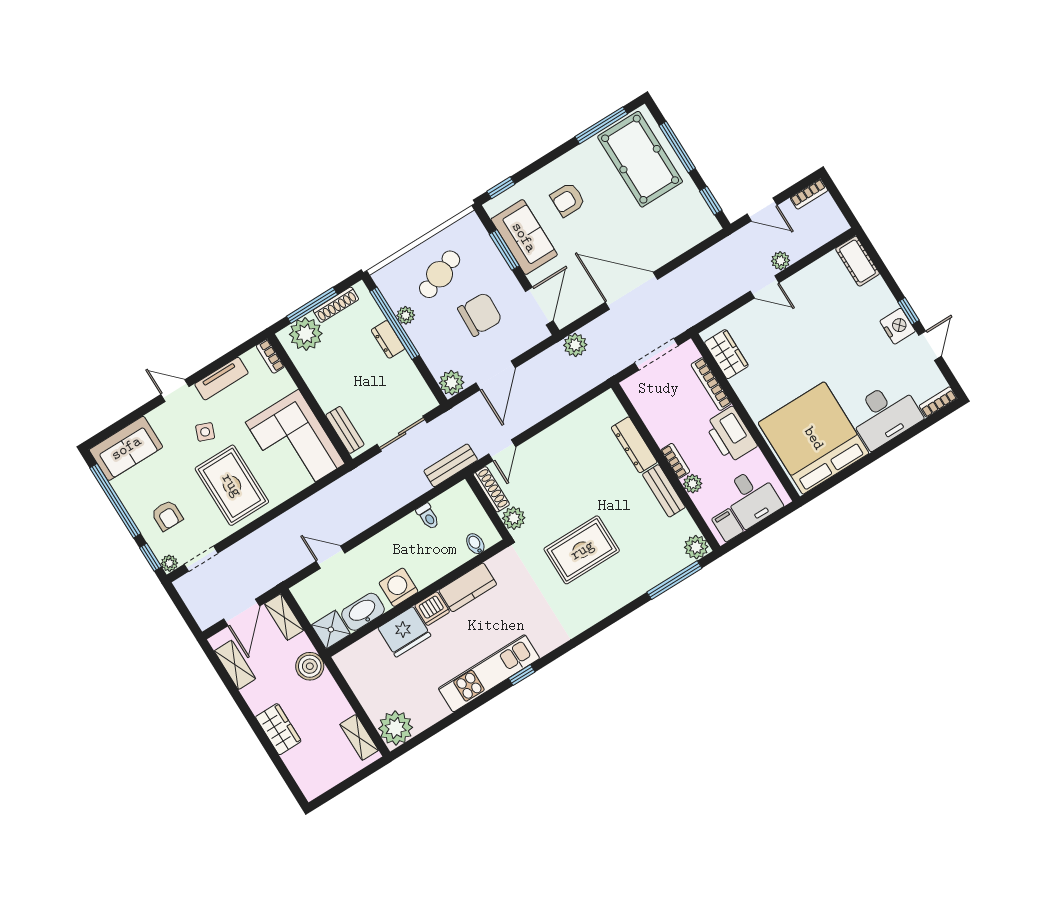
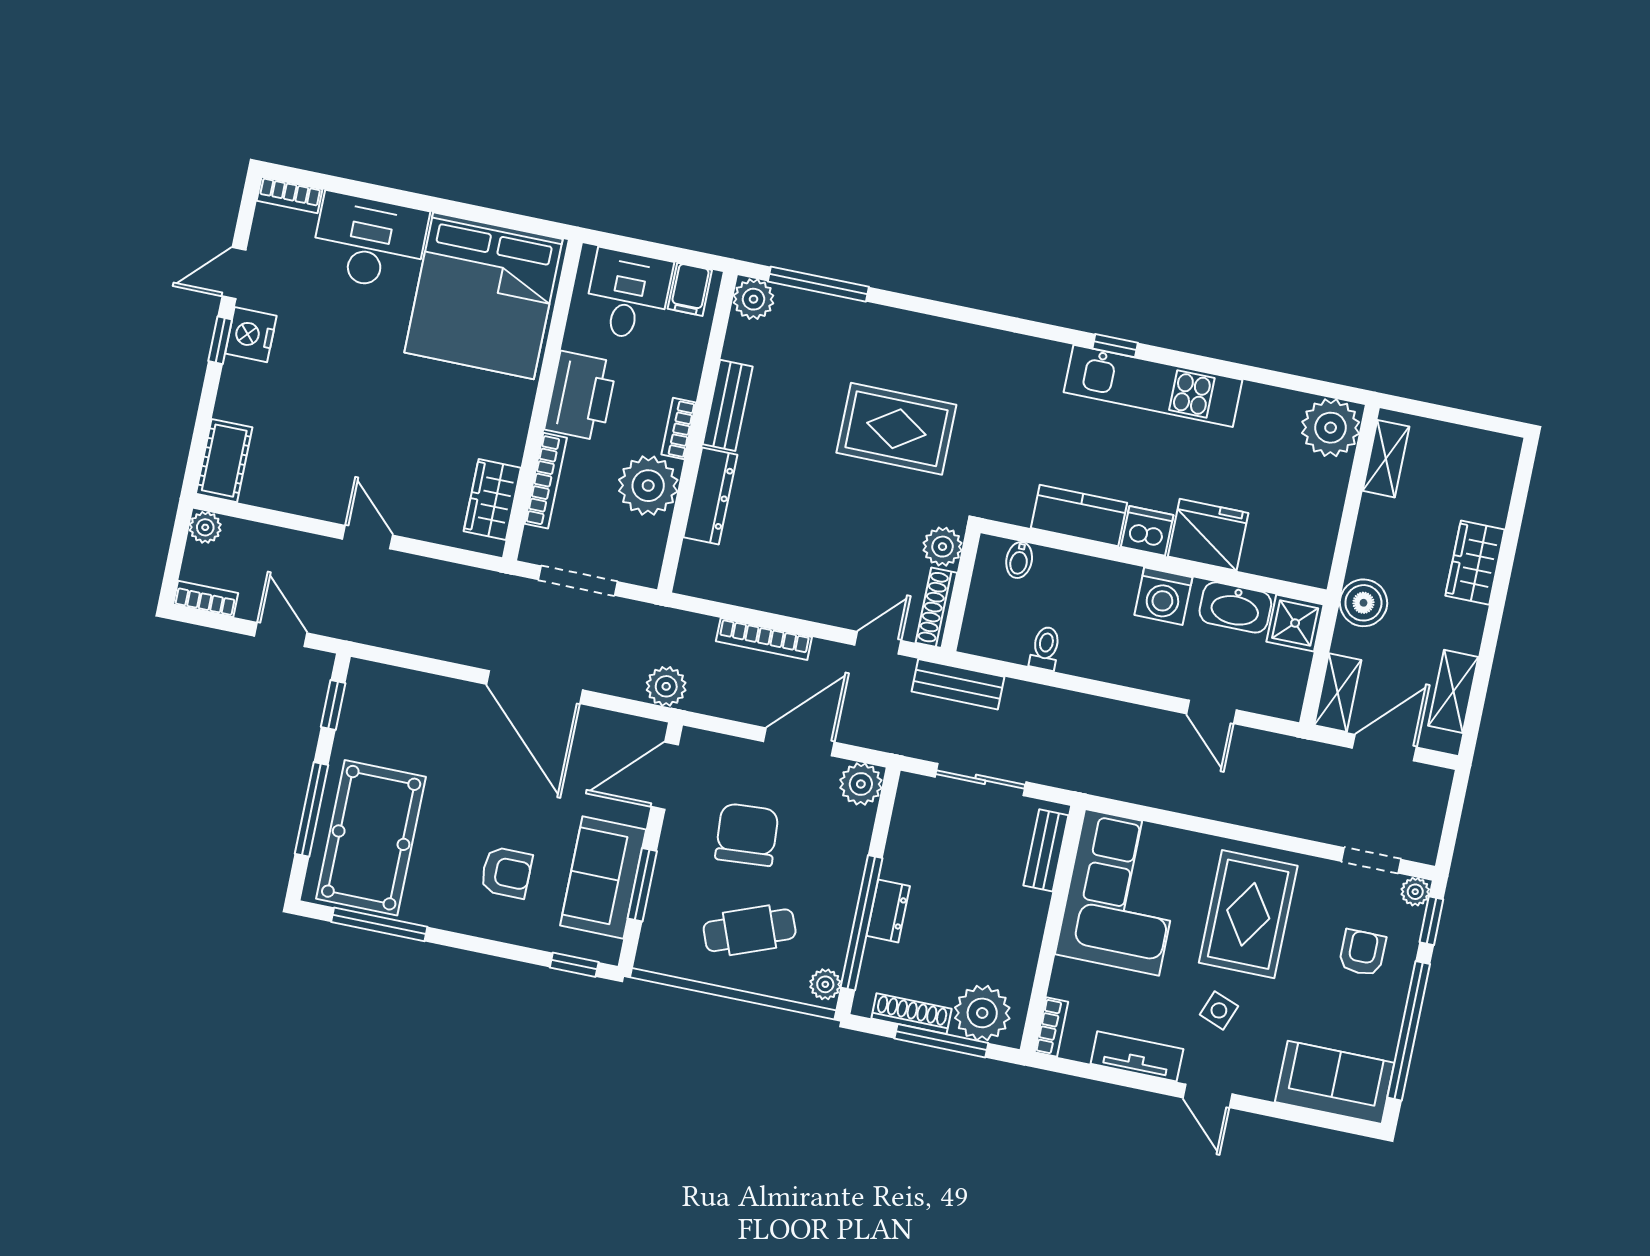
plant: (780, 261) -> (205, 527), moved
chair: (480, 314) -> (747, 835), turned 84
plant: (406, 315) -> (825, 984), moved
bookcase: (553, 405) -> (764, 639), added
plant: (693, 484) -> (648, 486), moved, width x1.88, depth x1.88

